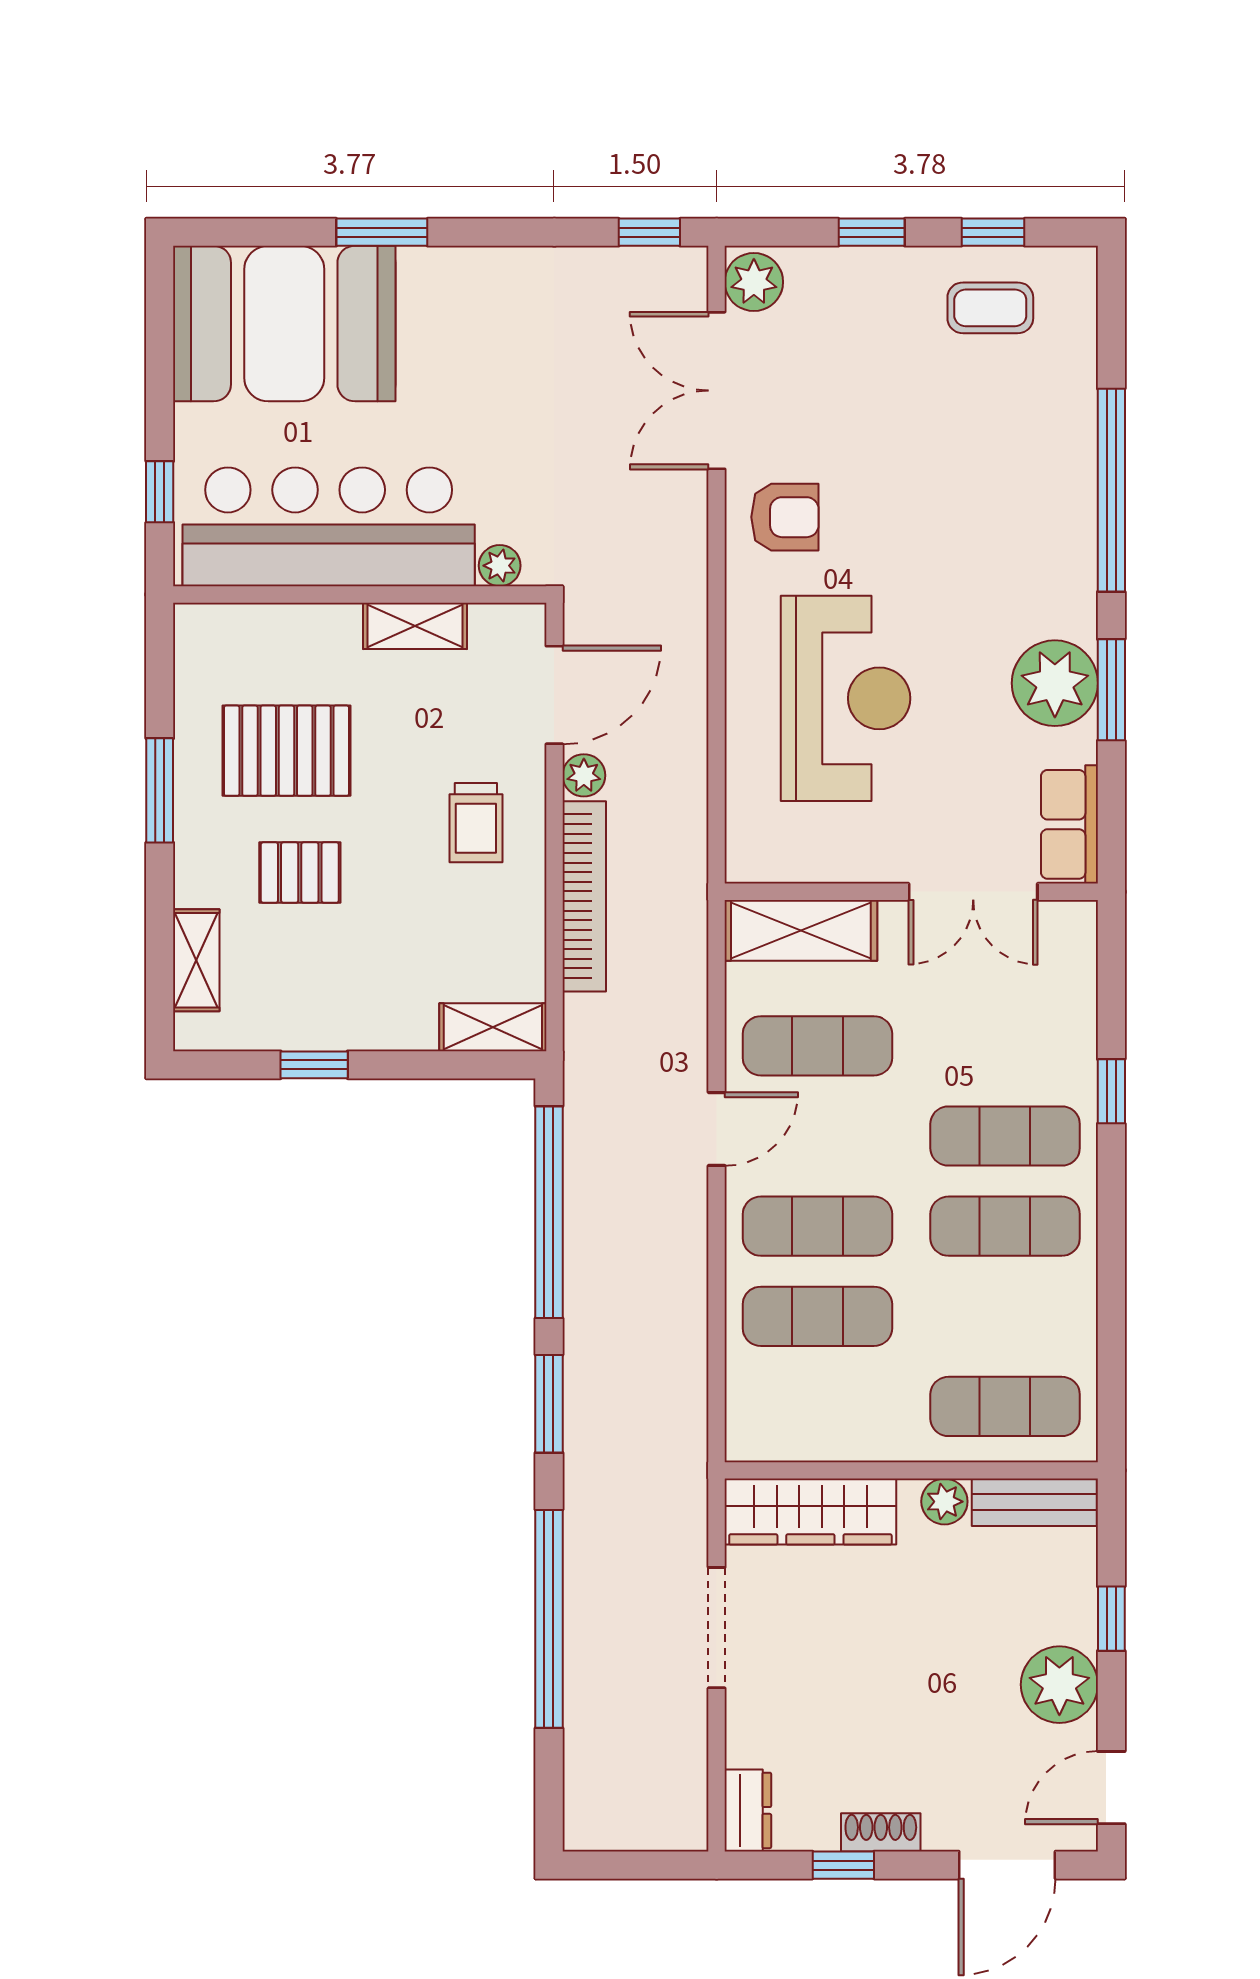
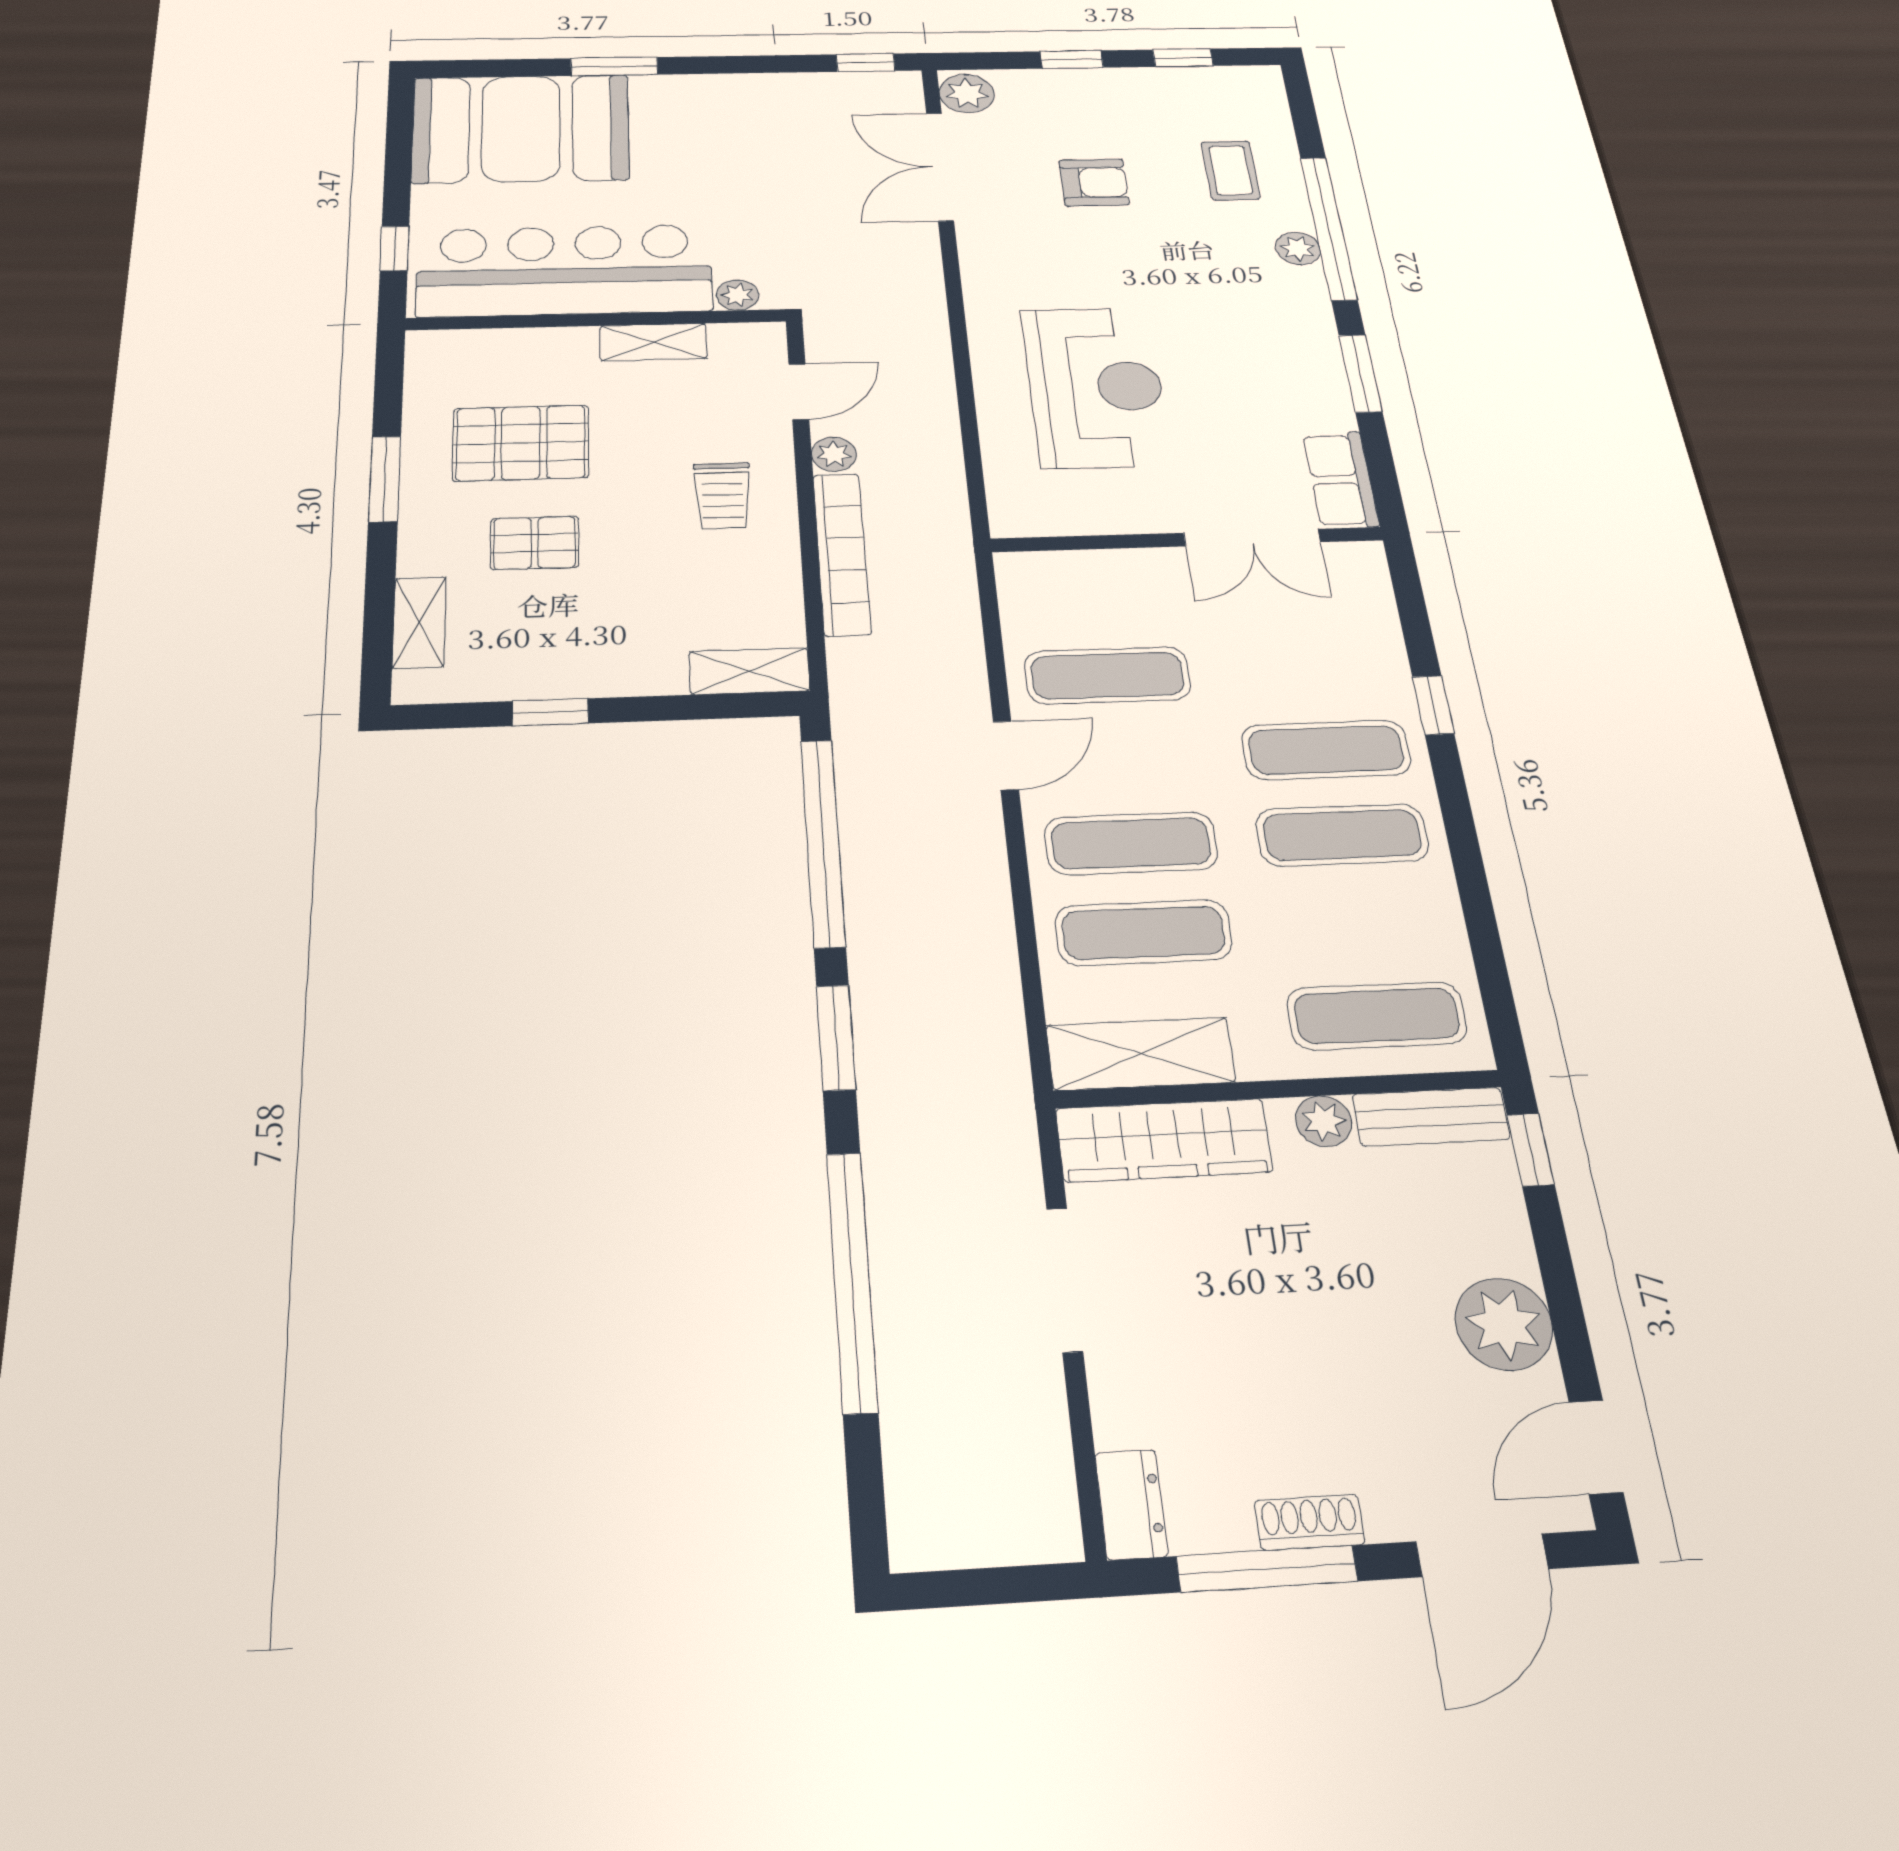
coffee table: (990, 308) -> (1231, 170), moved, turned 90
armchair: (785, 517) -> (1094, 182), moved
plant: (1055, 683) -> (1298, 248), moved, width x0.53, depth x0.53
door: (554, 695) -> (799, 392), width x0.73
shelving: (801, 930) -> (1141, 1054), moved
window: (1111, 1619) -> (1531, 1150), moved
window: (843, 1865) -> (1267, 1569), width x2.17

